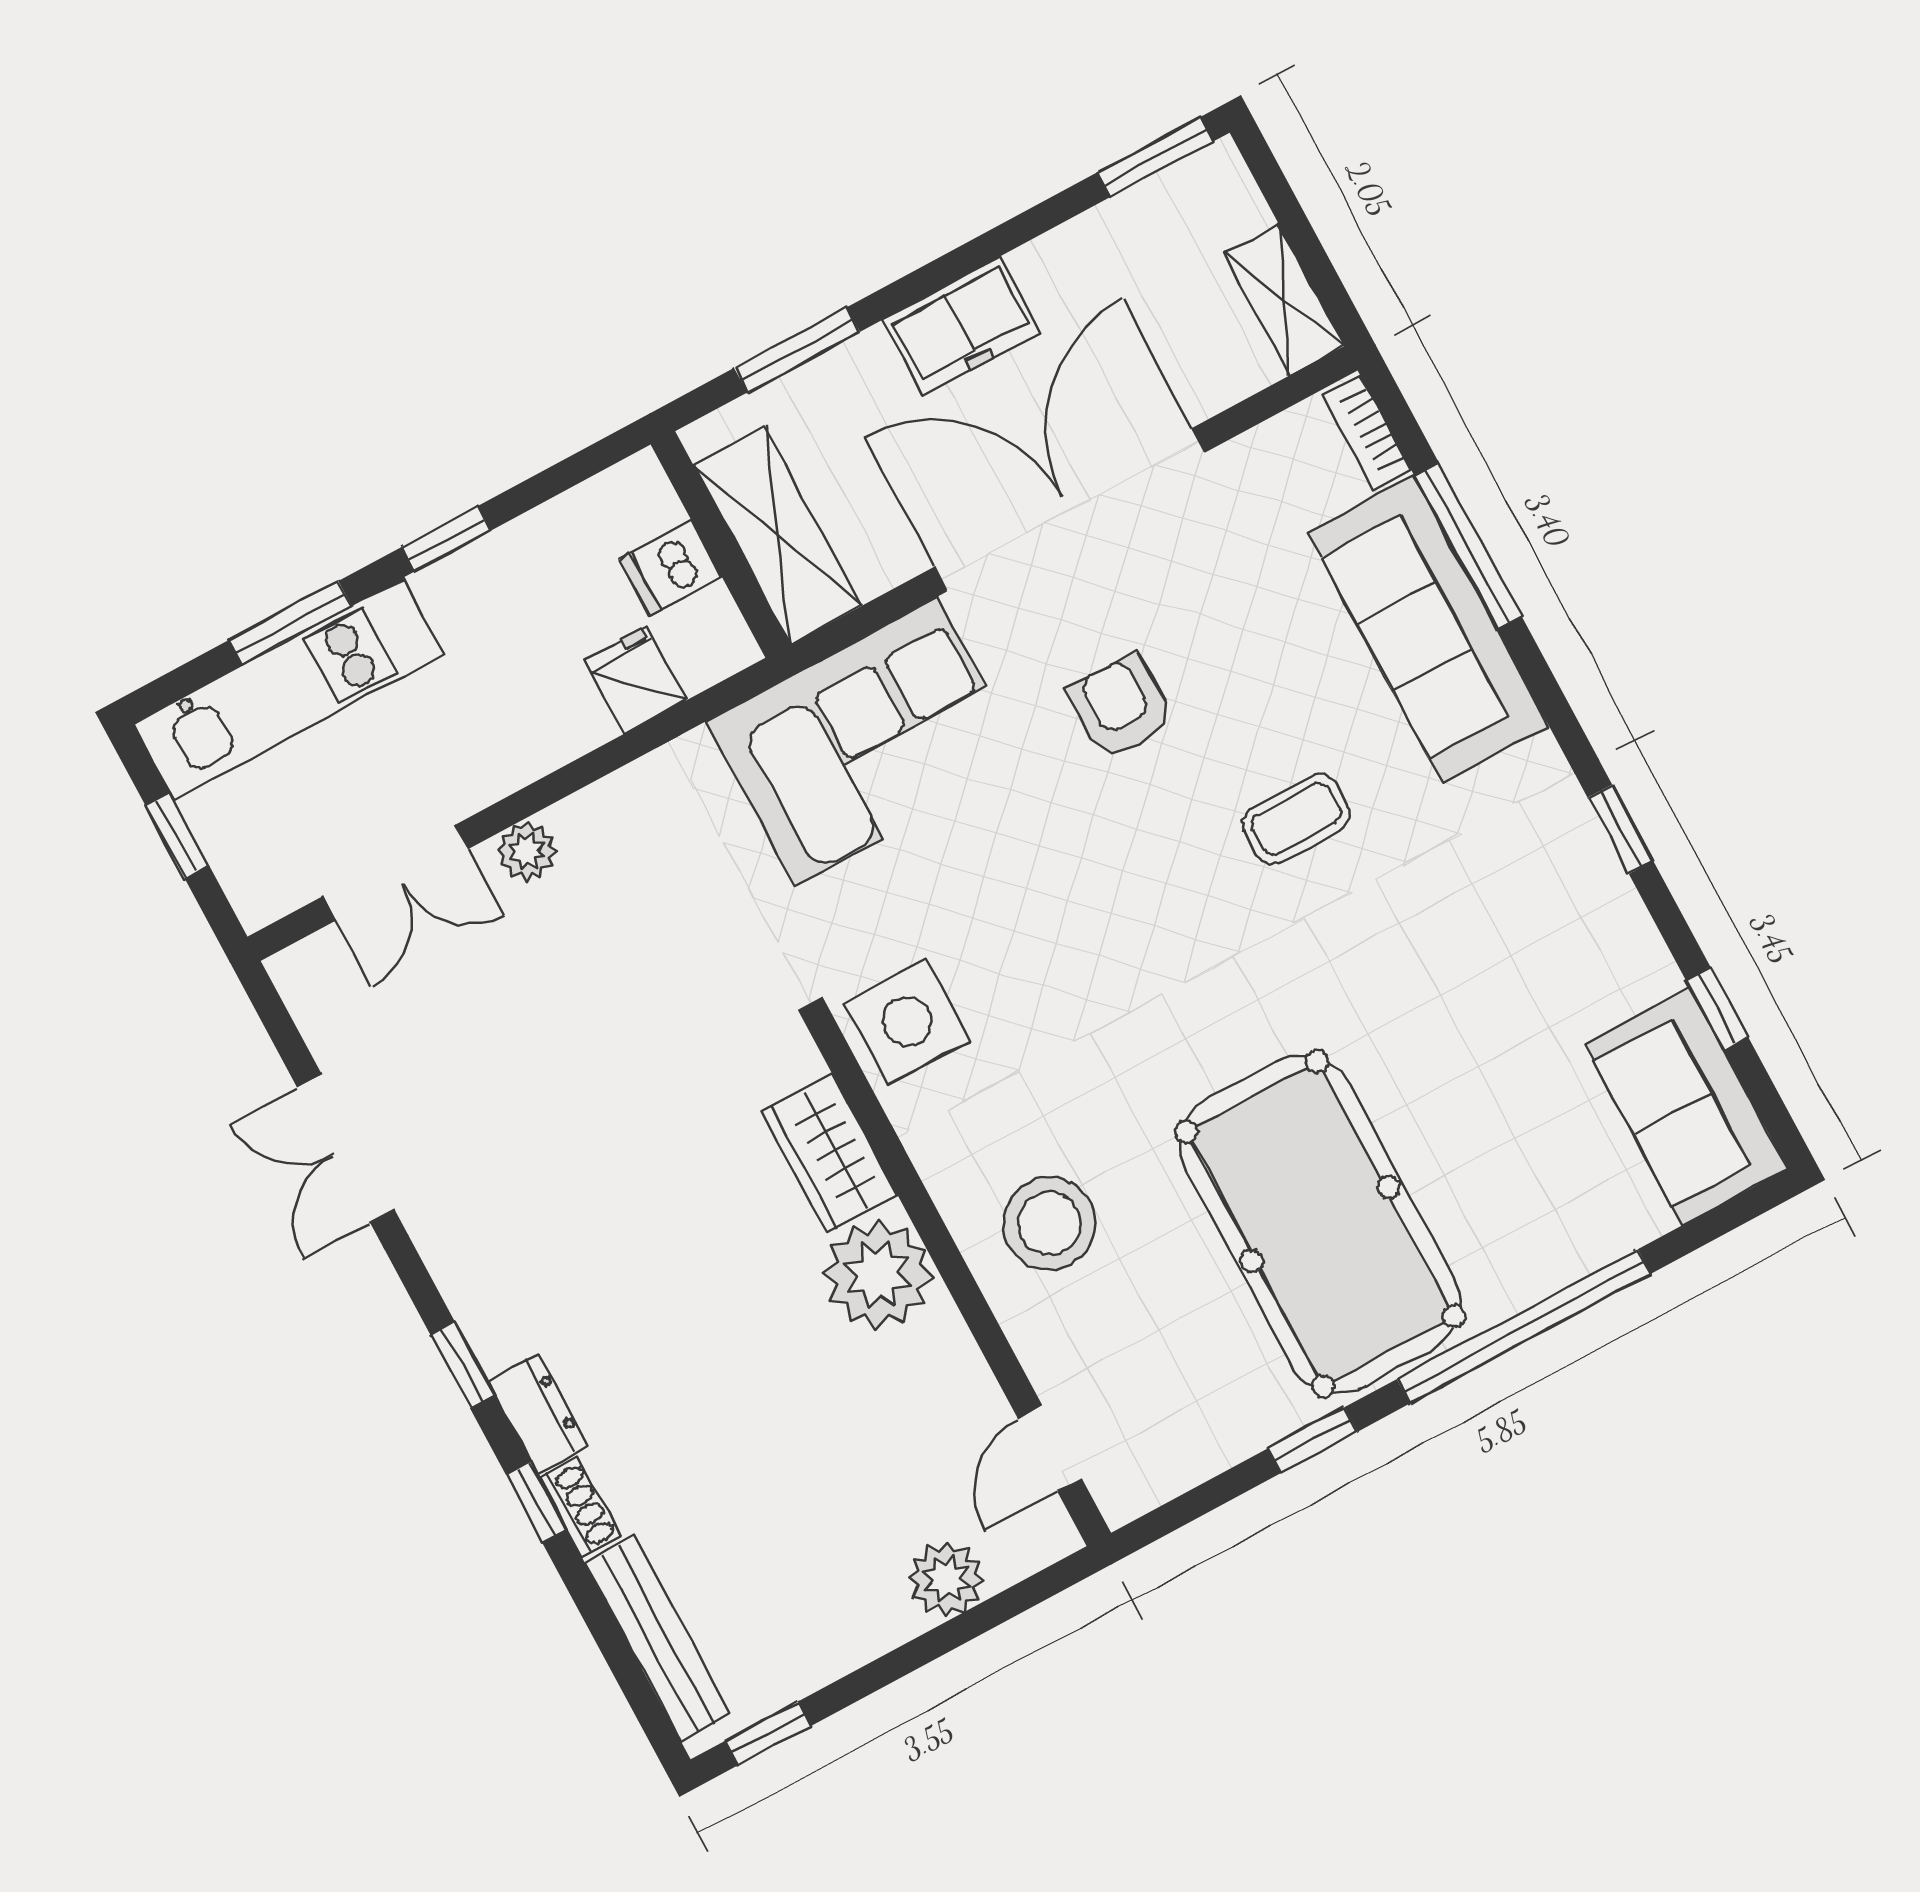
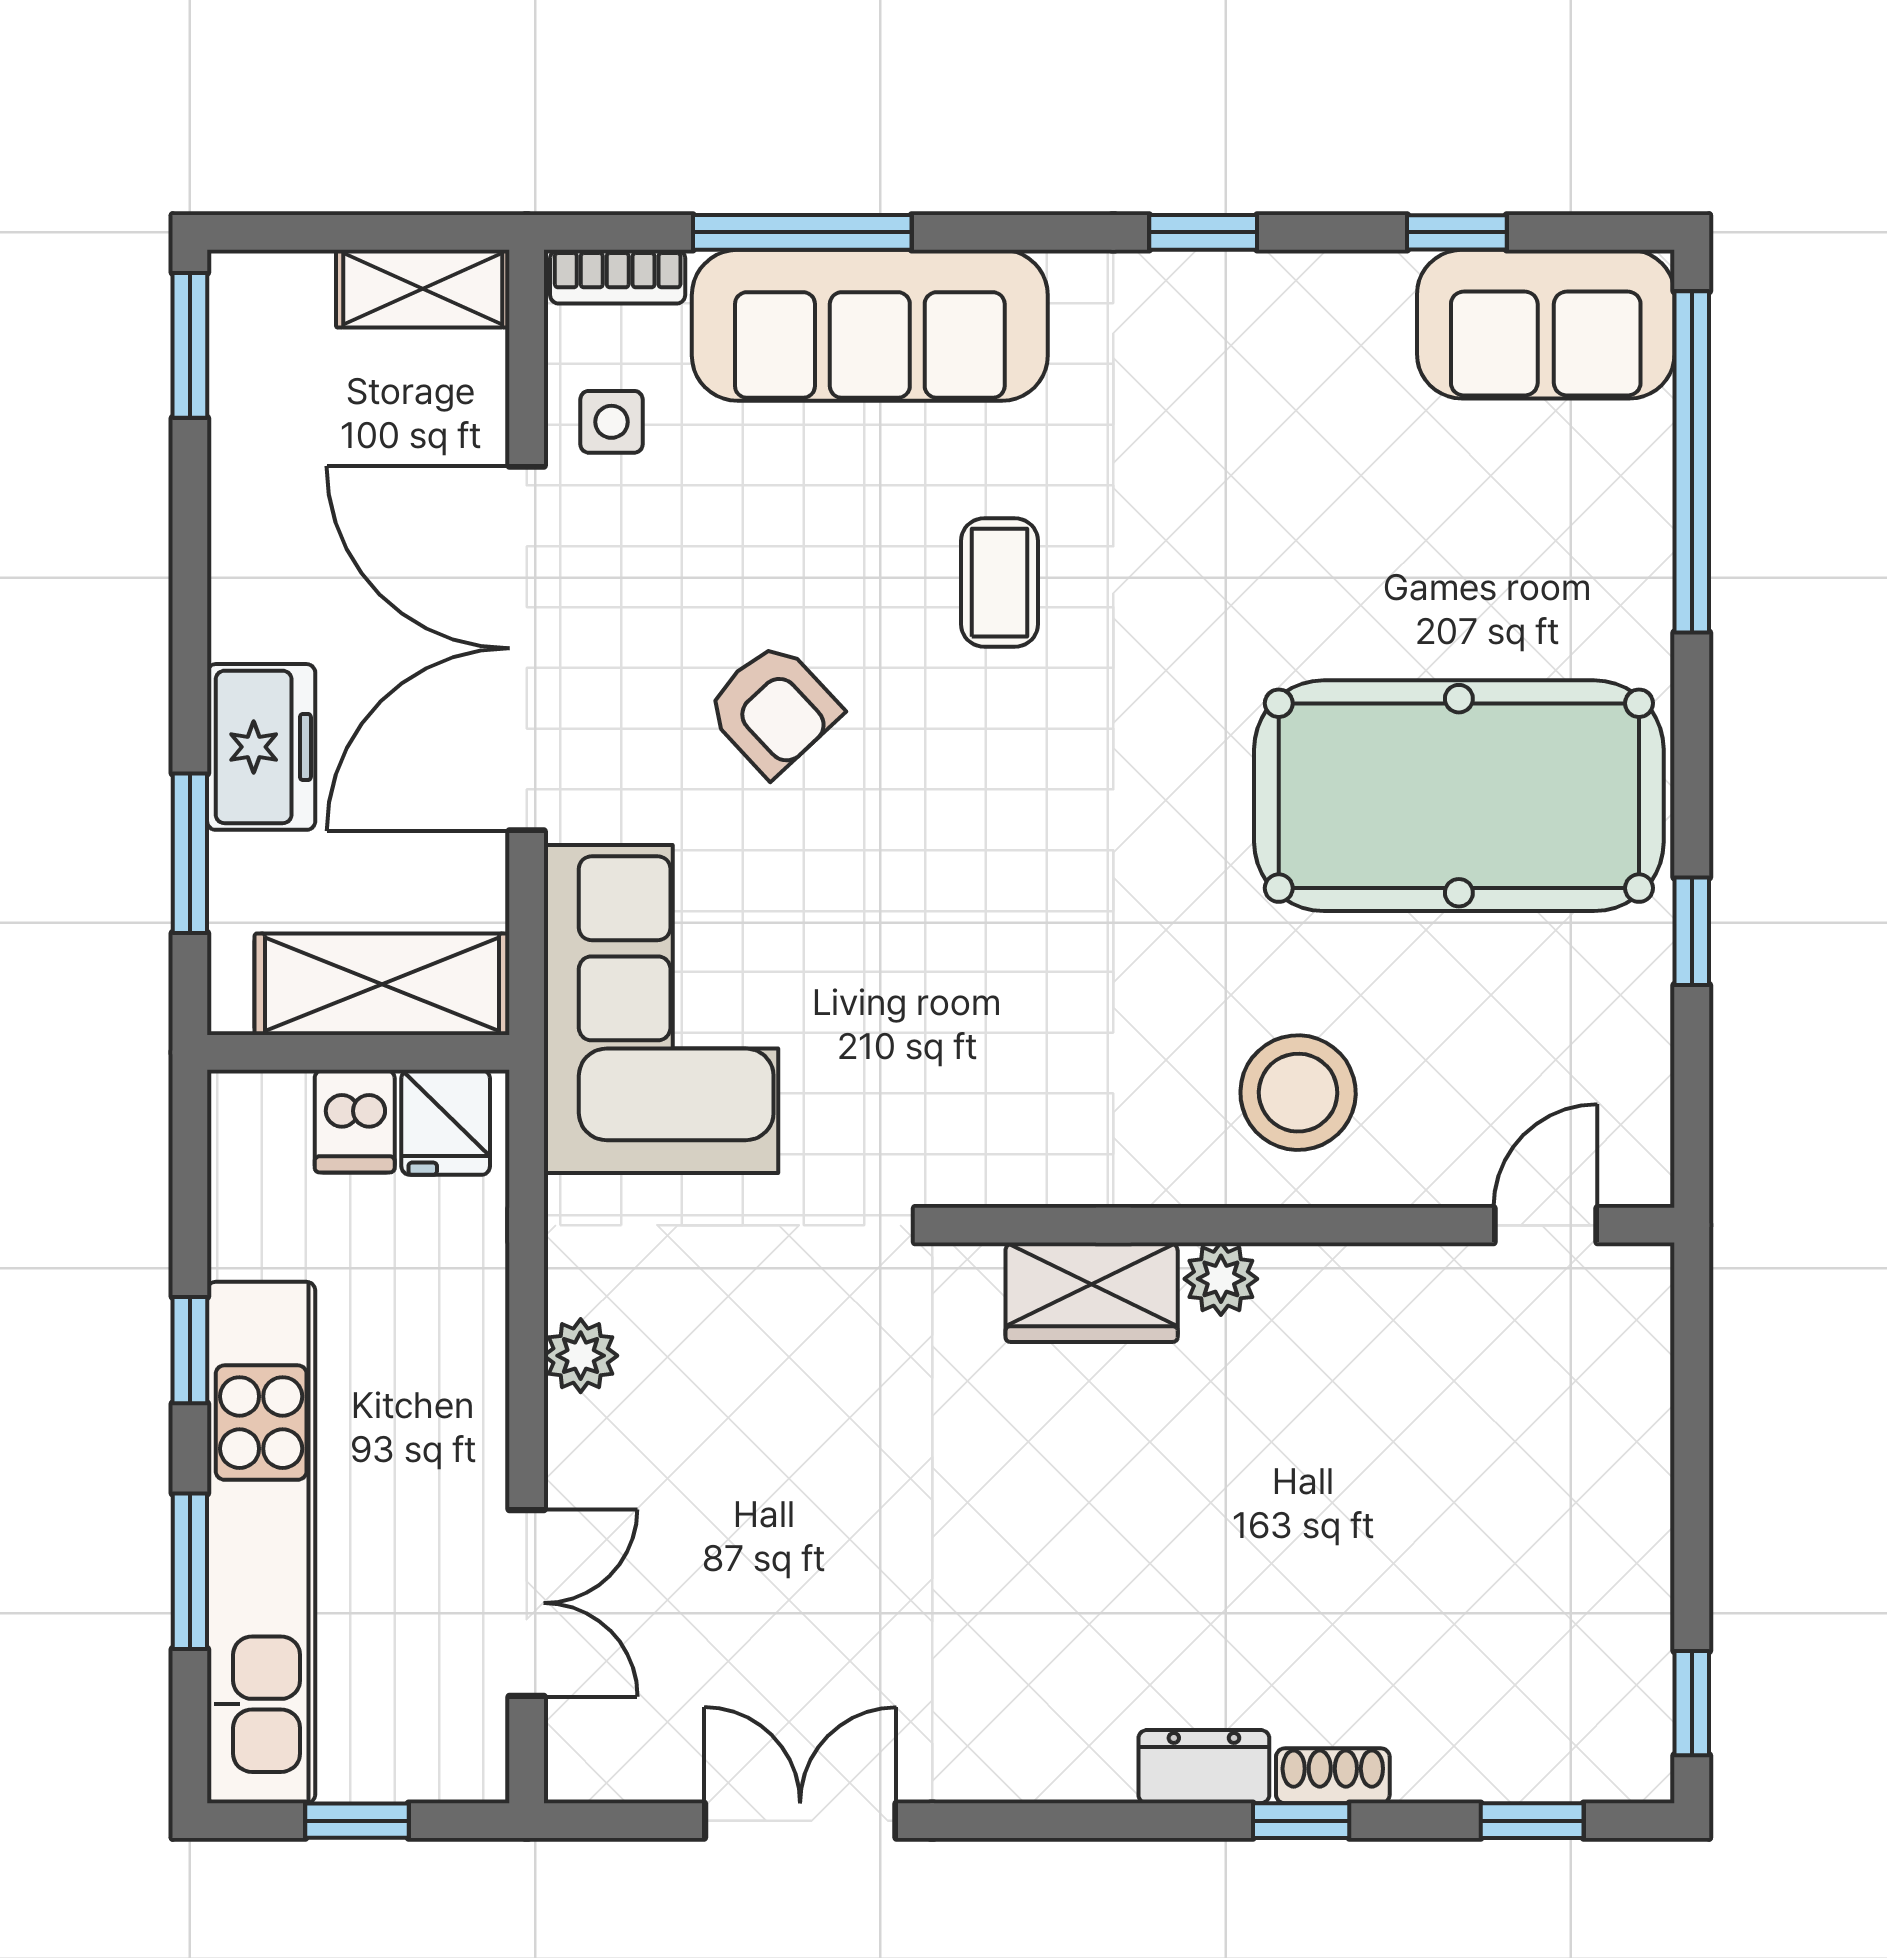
freezer: (962, 326) -> (261, 747), moved
fridge: (635, 680) -> (446, 1122), moved, turned -90
kitchen unit: (288, 689) -> (261, 1542), width x1.36
armchair: (1120, 707) -> (773, 709), turned -133
plant: (527, 851) -> (581, 1356), moved
side table: (907, 1022) -> (611, 422), moved, width x0.54, depth x0.54
double door: (346, 1149) -> (800, 1821), swing flipped
plant: (878, 1274) -> (1221, 1279), width x0.53, depth x0.53
window: (1524, 1326) -> (1692, 462), moved
window: (462, 1365) -> (1532, 1821), moved
door: (1050, 1448) -> (1545, 1225), swing flipped
plant: (946, 1579) -> (1628, 1416), removed
bench: (657, 1638) -> (1522, 1768), removed

